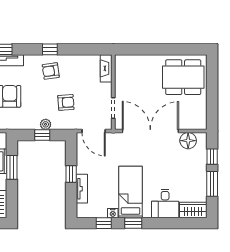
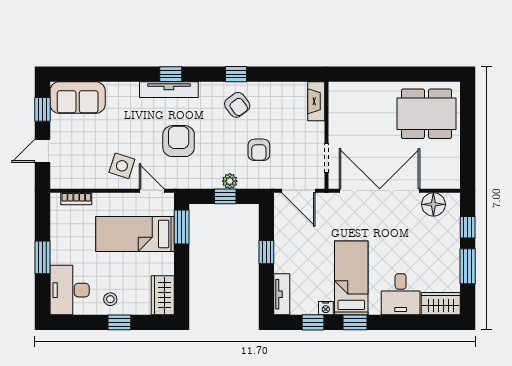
armchair: (51, 71) -> (237, 105), turned -119
armchair: (66, 102) -> (259, 150), turned 94
window: (12, 167) -> (182, 227), moved
tv unit: (82, 189) -> (282, 294), moved

